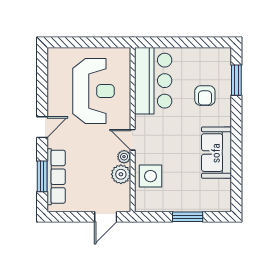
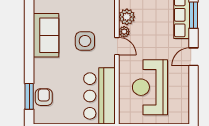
armchair: (205, 96) -> (44, 97), moved
side table: (150, 176) -> (85, 41), moved

